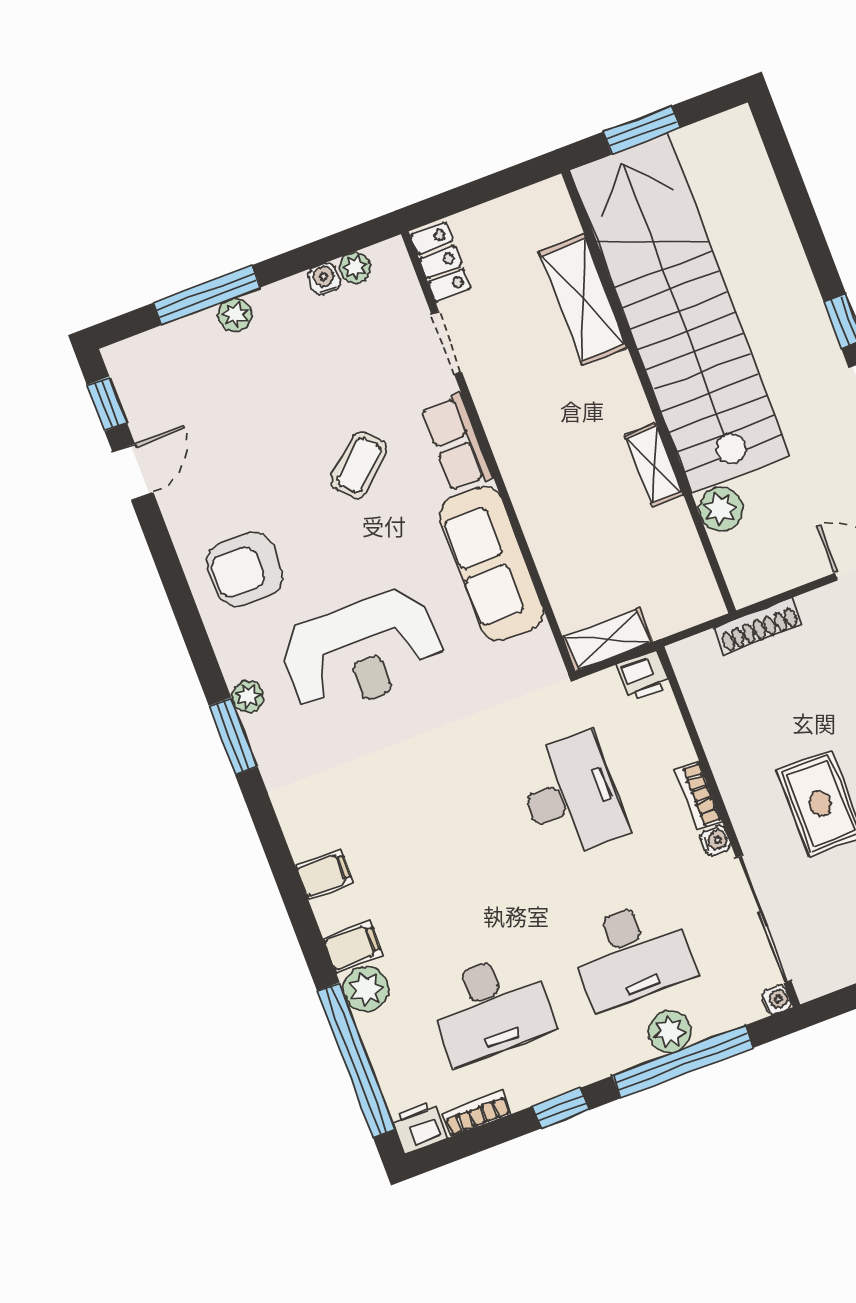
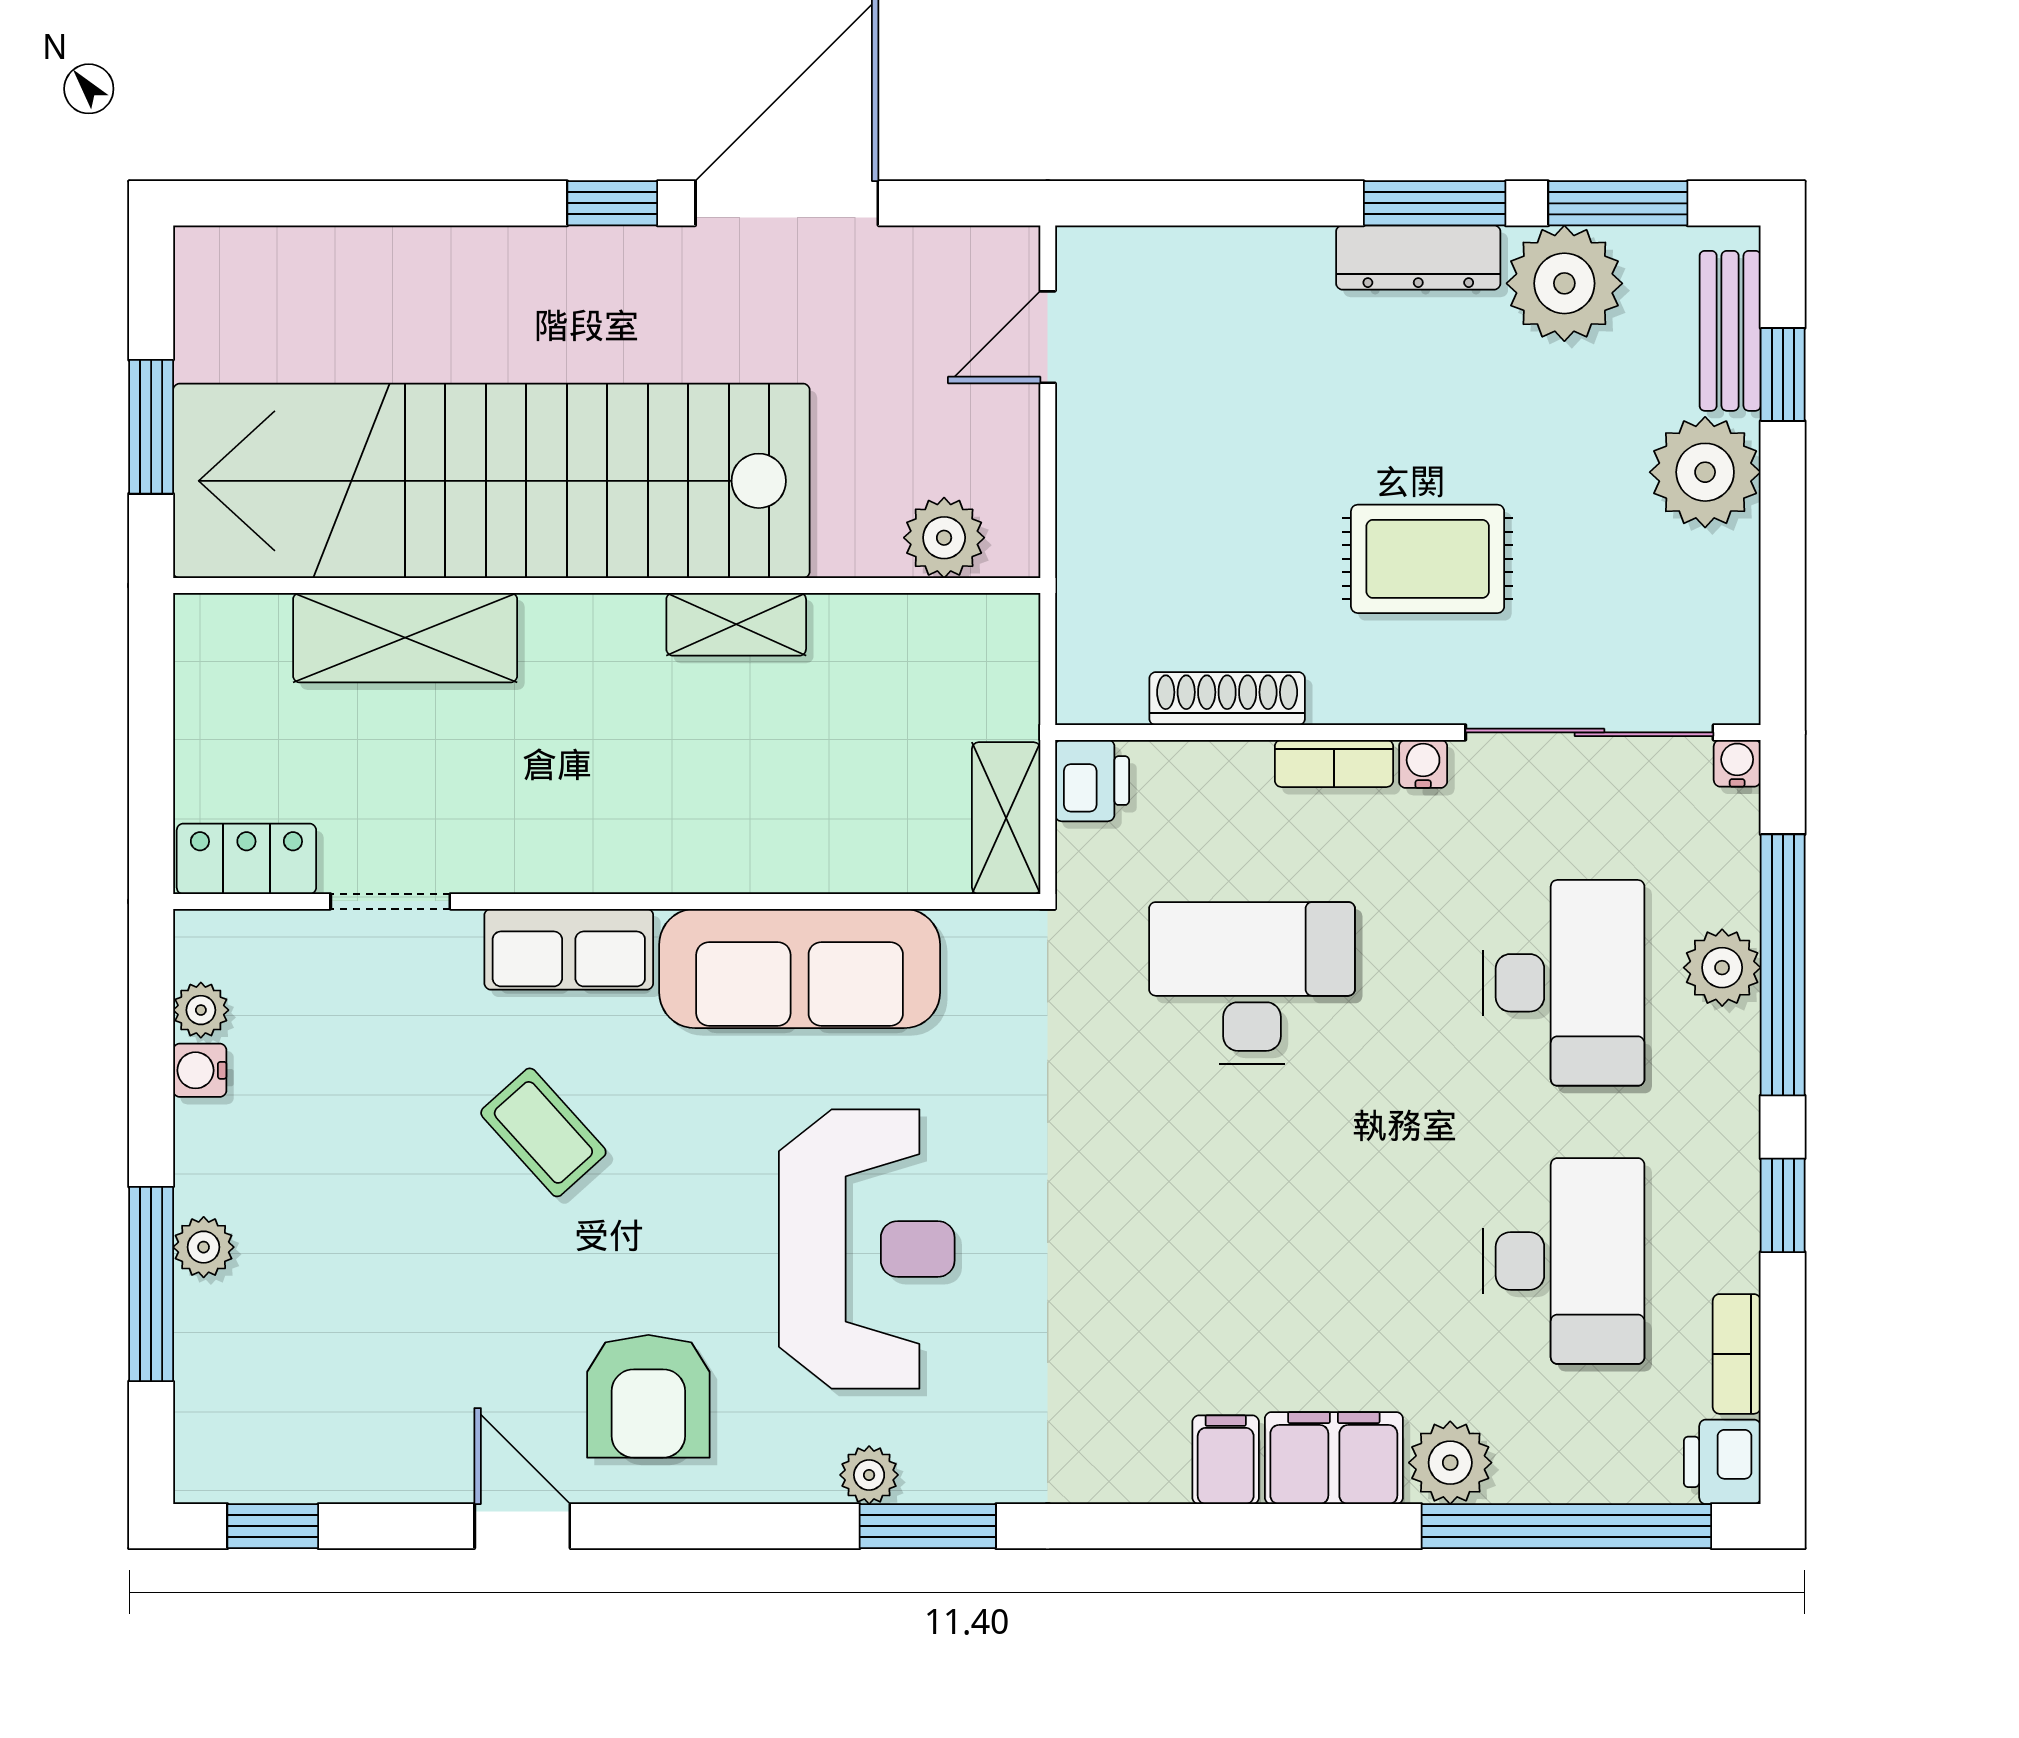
door: (133, 472) -> (522, 1526), moved
plant: (721, 509) -> (944, 538), moved
shoe rack: (758, 626) -> (1227, 699), moved, turned -90
filing cabinet: (353, 947) -> (1334, 1458), width x2.00

